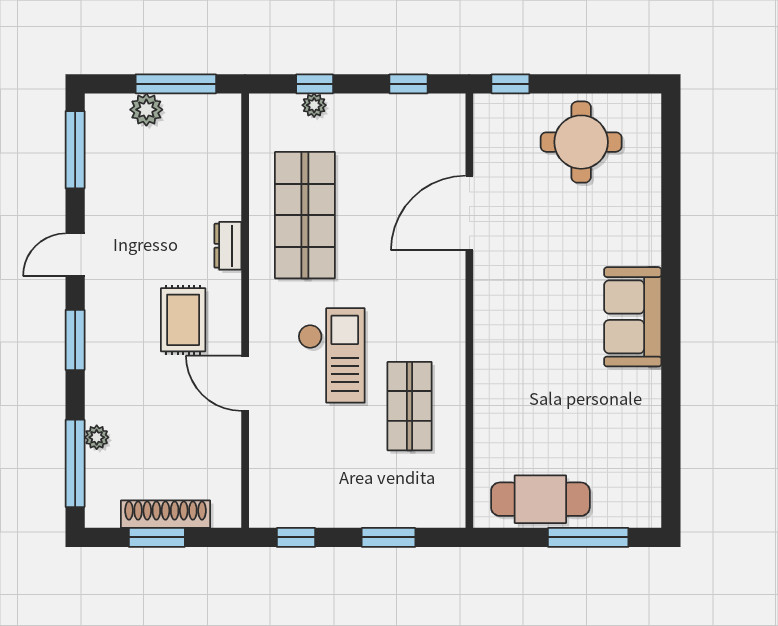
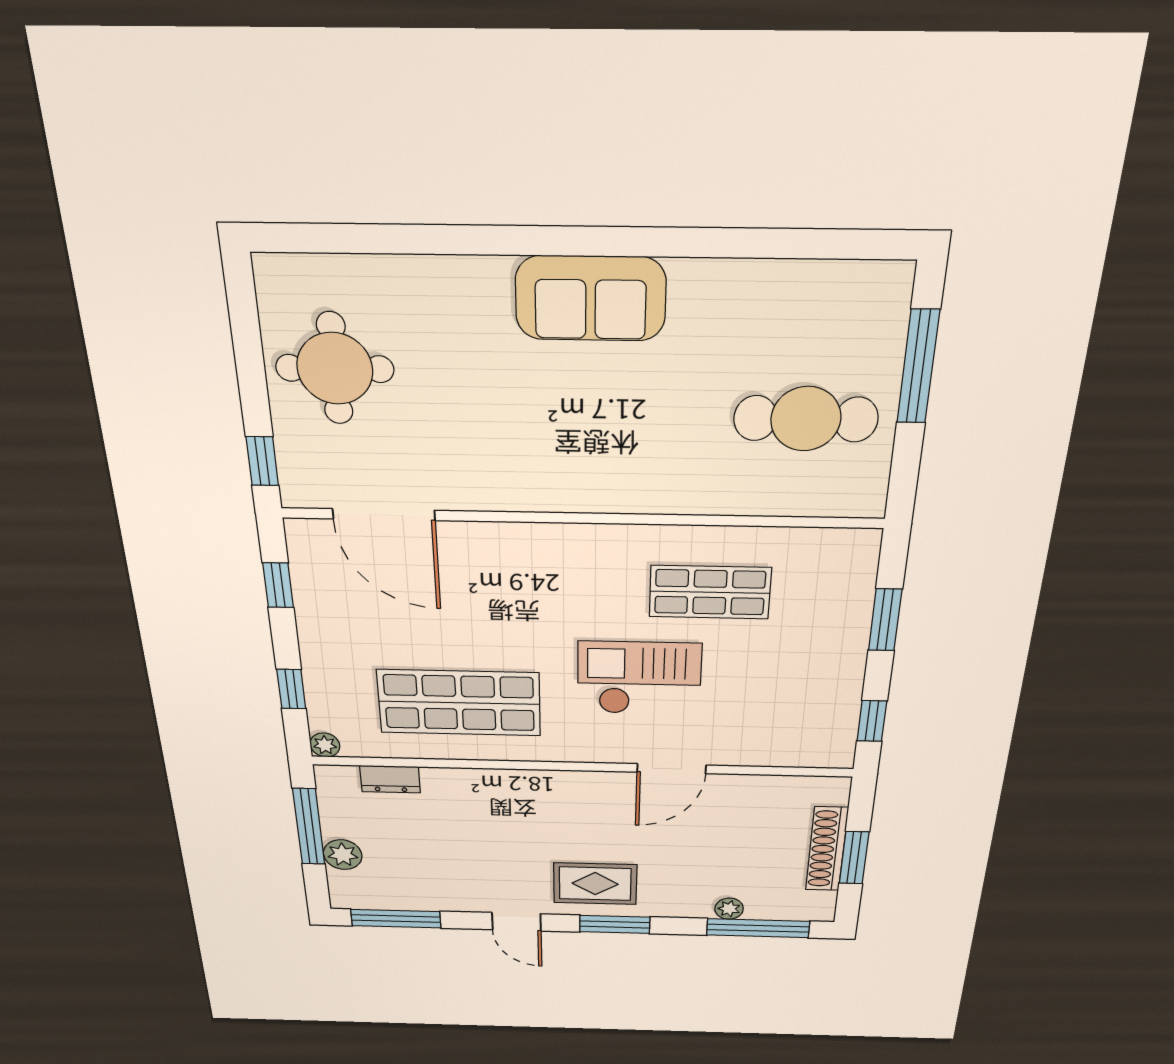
plant: (314, 105) -> (325, 745), moved
door: (469, 213) -> (384, 515), moved
dresser: (228, 246) -> (390, 779), moved
rug: (183, 320) -> (595, 884), moved
cafe table: (540, 499) -> (806, 419), moved, turned 90

